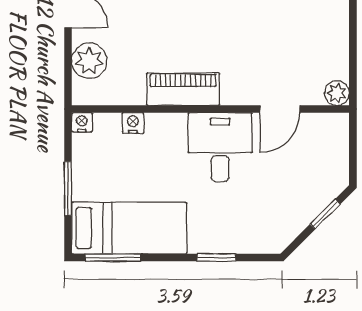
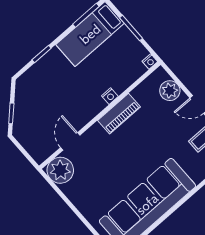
plant: (337, 93) -> (60, 170), width x1.87, depth x1.87
nightstand: (133, 123) -> (110, 96), moved
desk: (220, 147) -> (81, 103), removed

